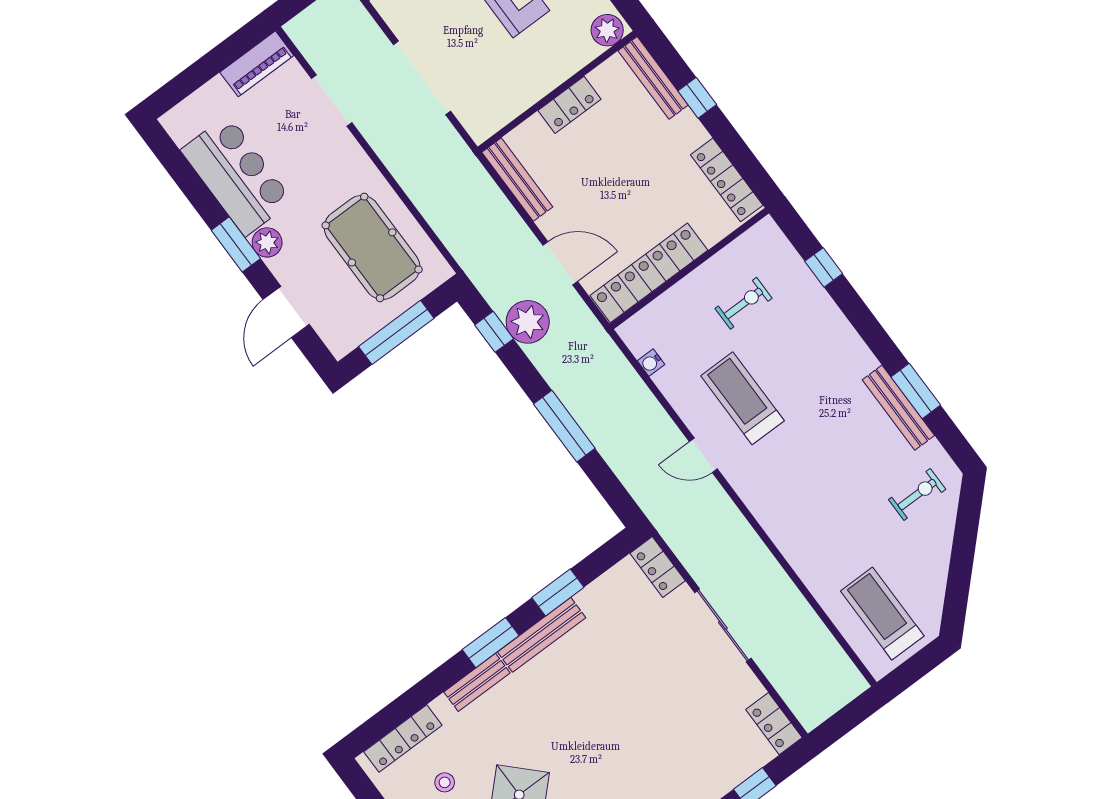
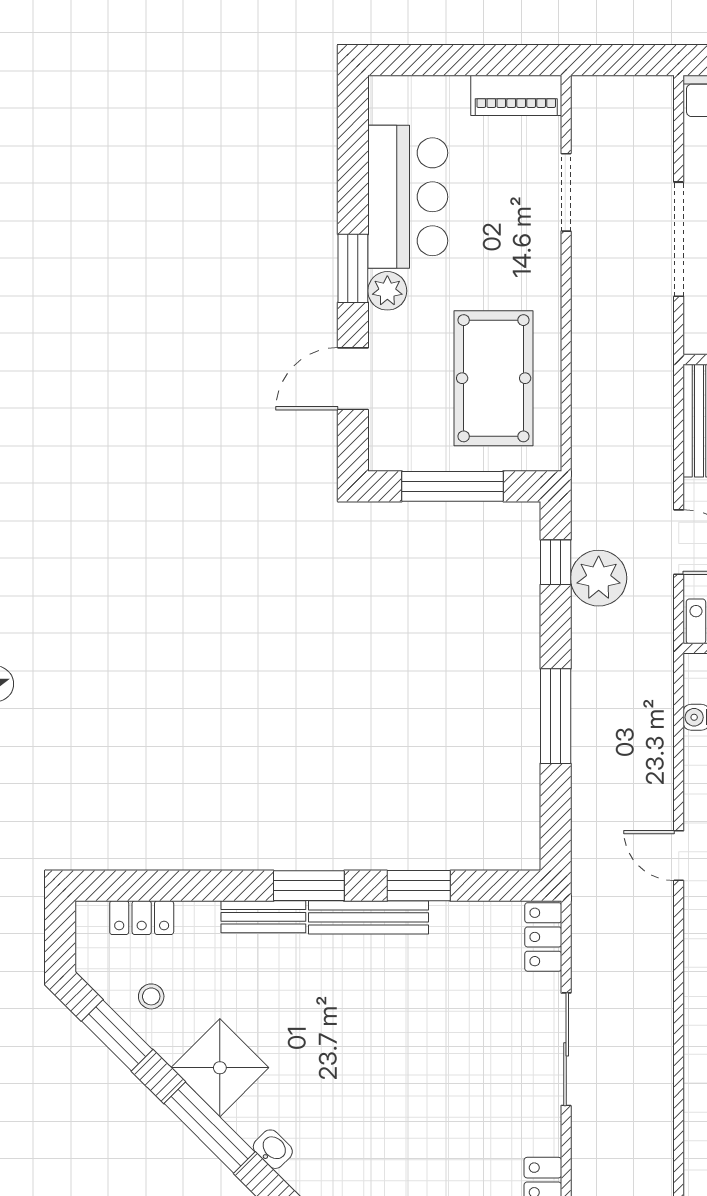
locker: (403, 739) -> (142, 918), width x0.66

